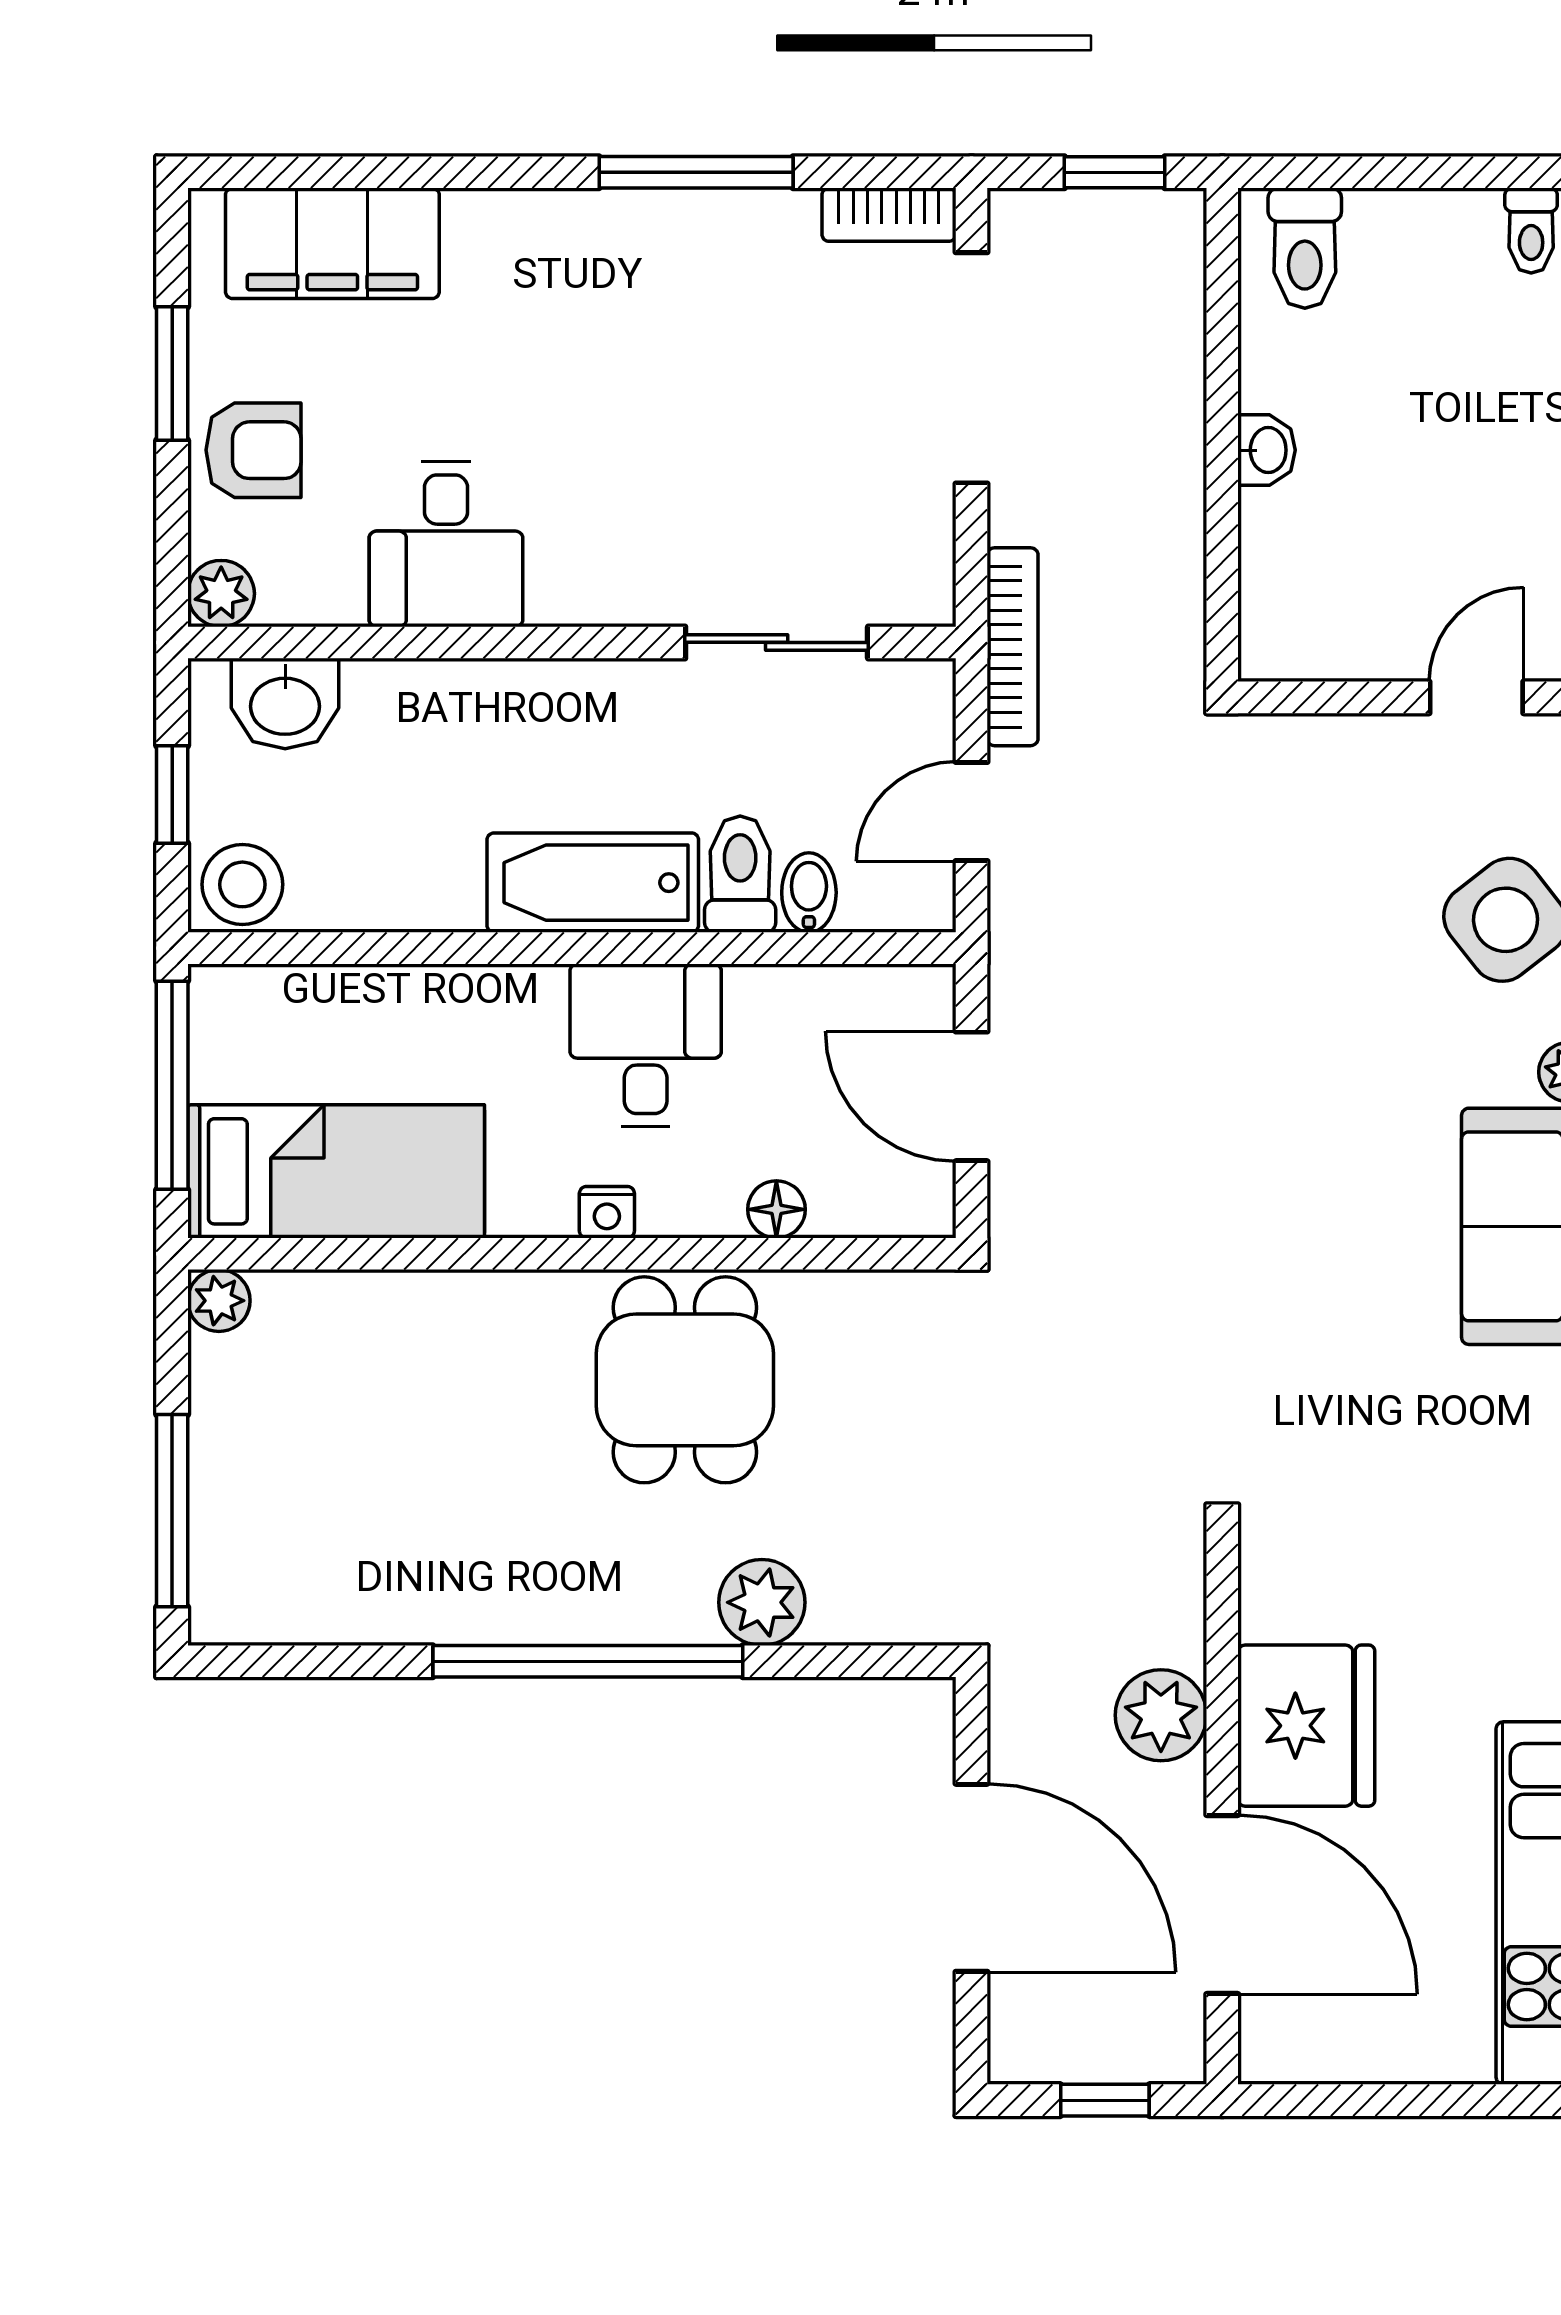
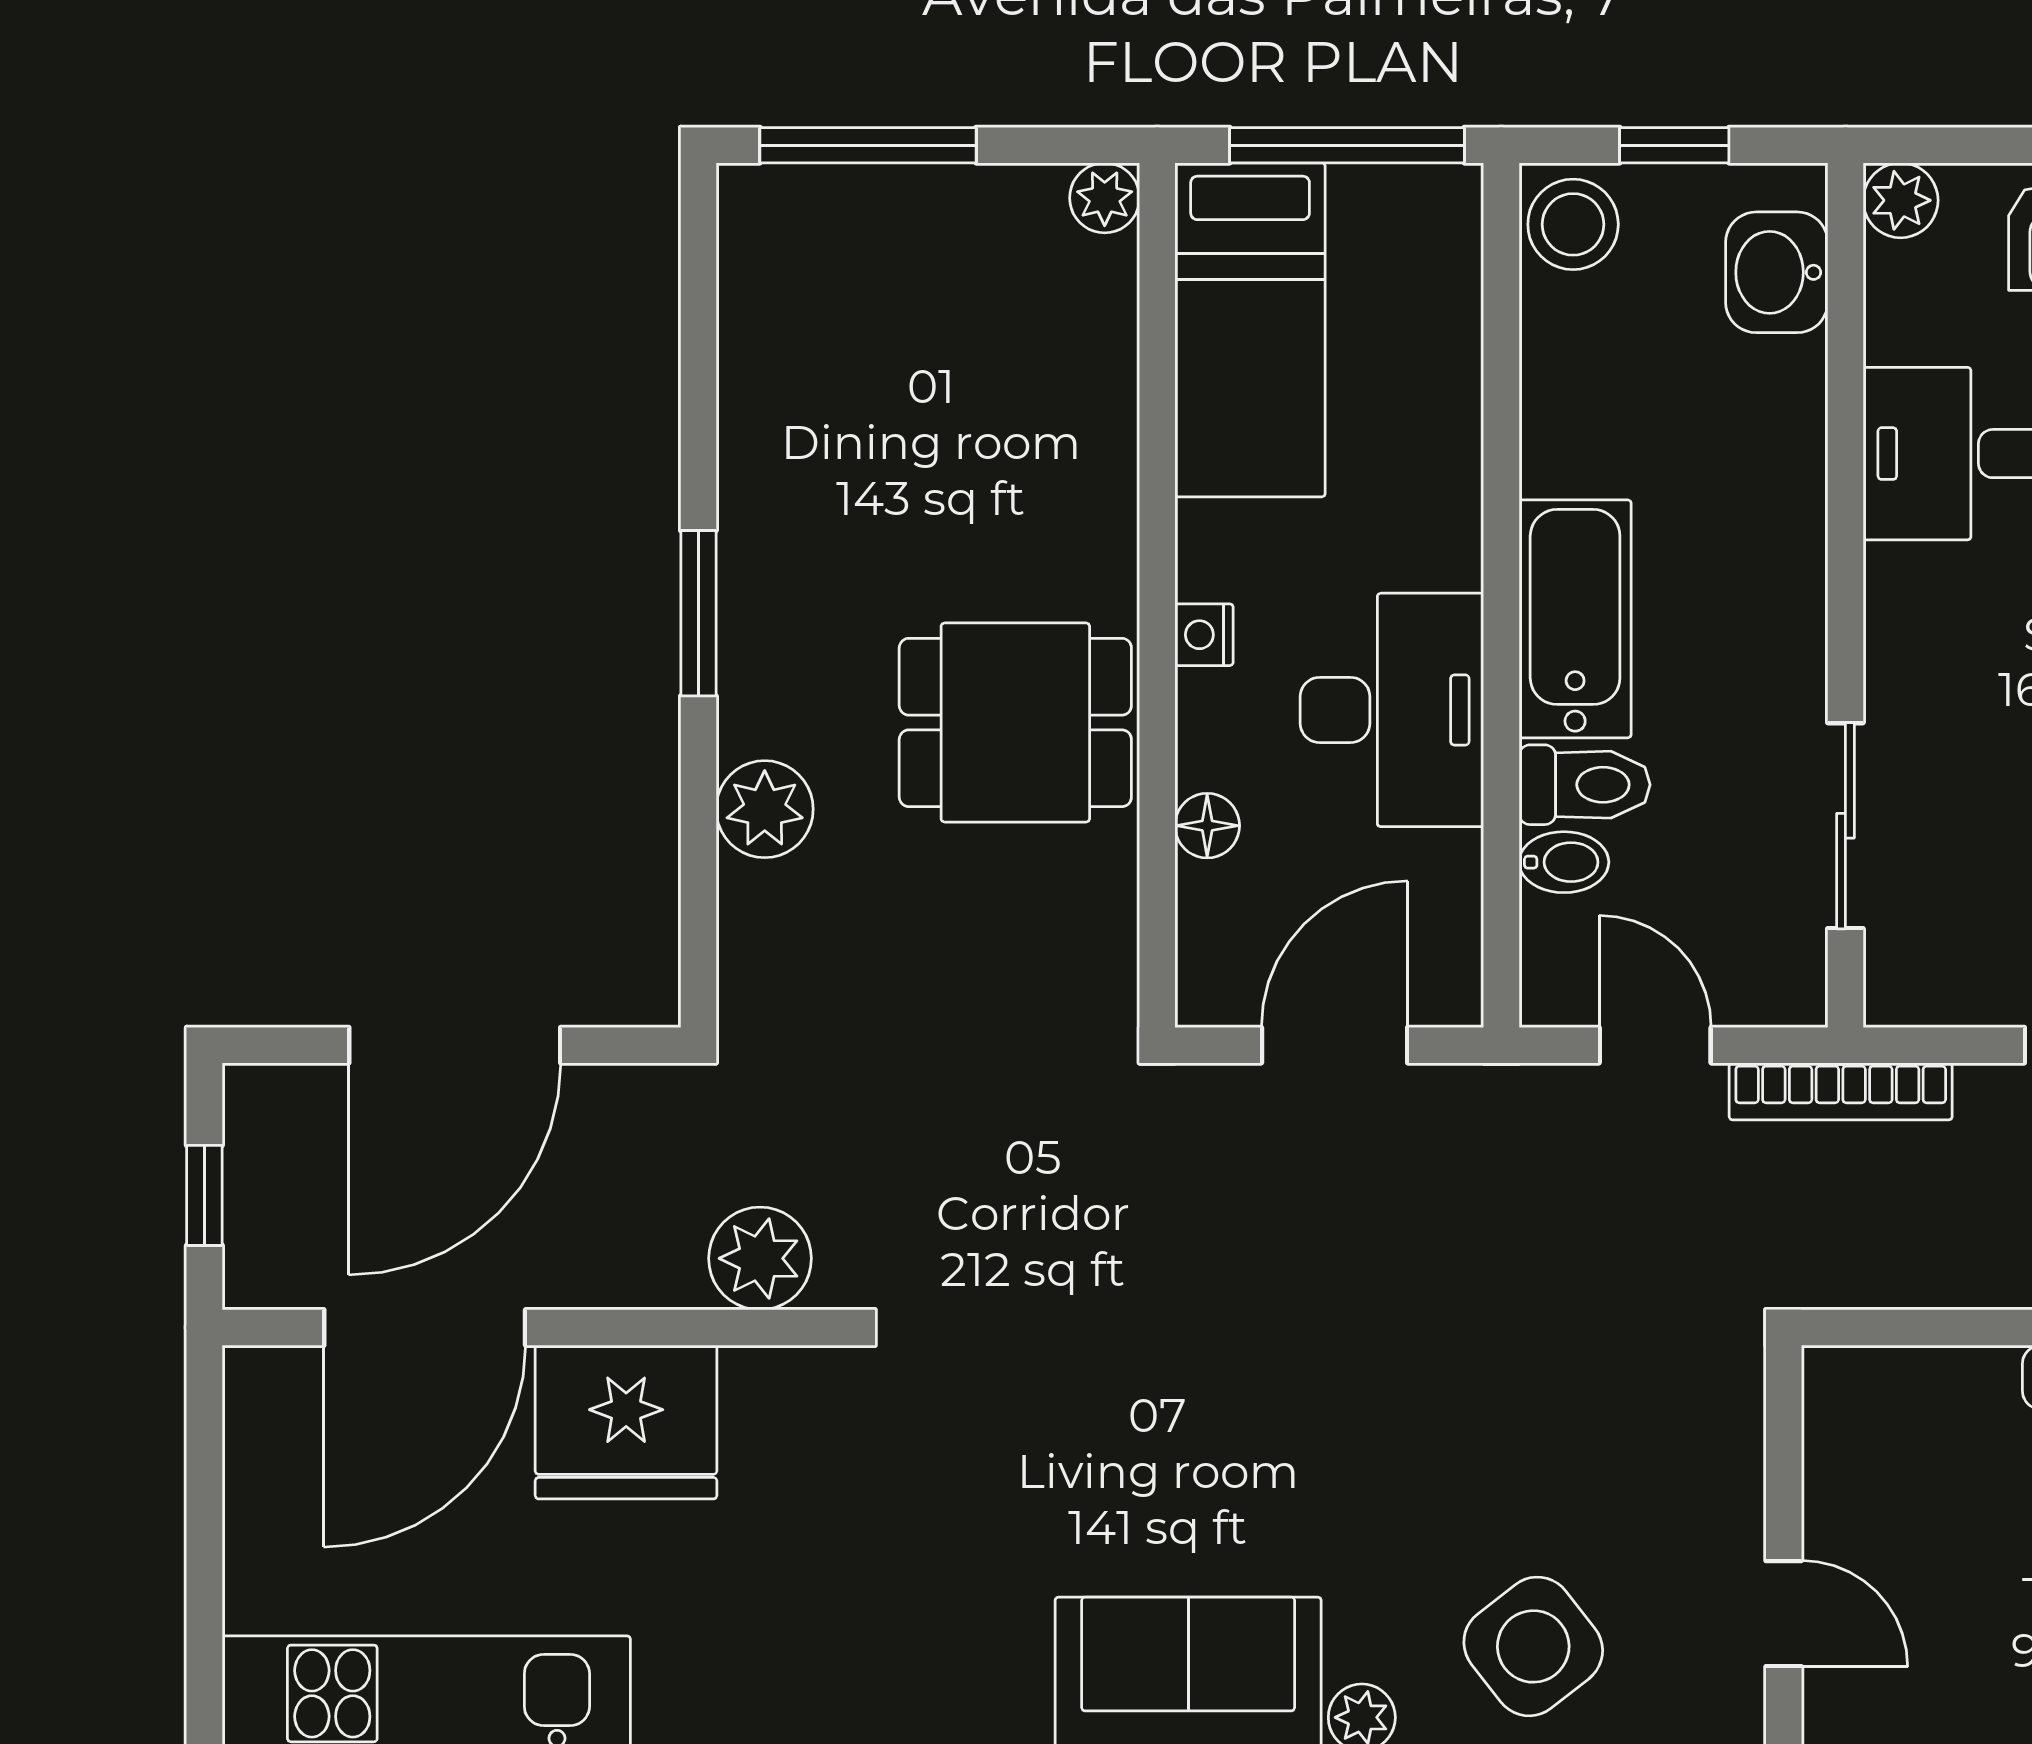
desk: (646, 1045) -> (1392, 710), width x1.37
window: (588, 1661) -> (698, 613), width x0.47
plant: (1161, 1715) -> (760, 1258), moved

